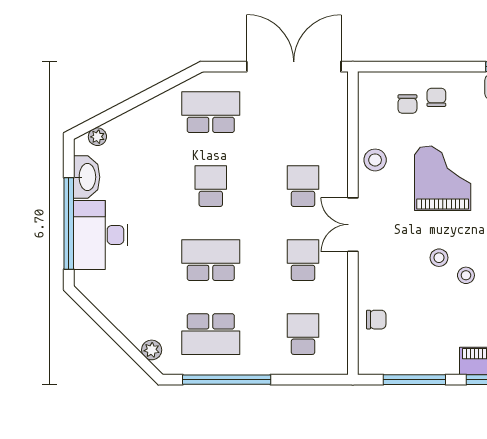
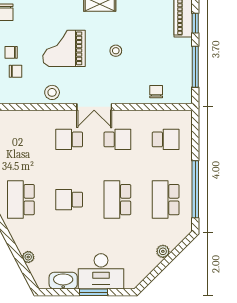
plant: (97, 137) -> (28, 257), moved
window: (69, 223) -> (93, 292), width x0.47
school desk: (303, 260) -> (117, 139), turned 180
stool: (466, 275) -> (127, 33), removed
school desk: (211, 334) -> (166, 200), turned 180
school desk: (303, 334) -> (166, 139), turned 180
plant: (152, 350) -> (163, 251), moved

